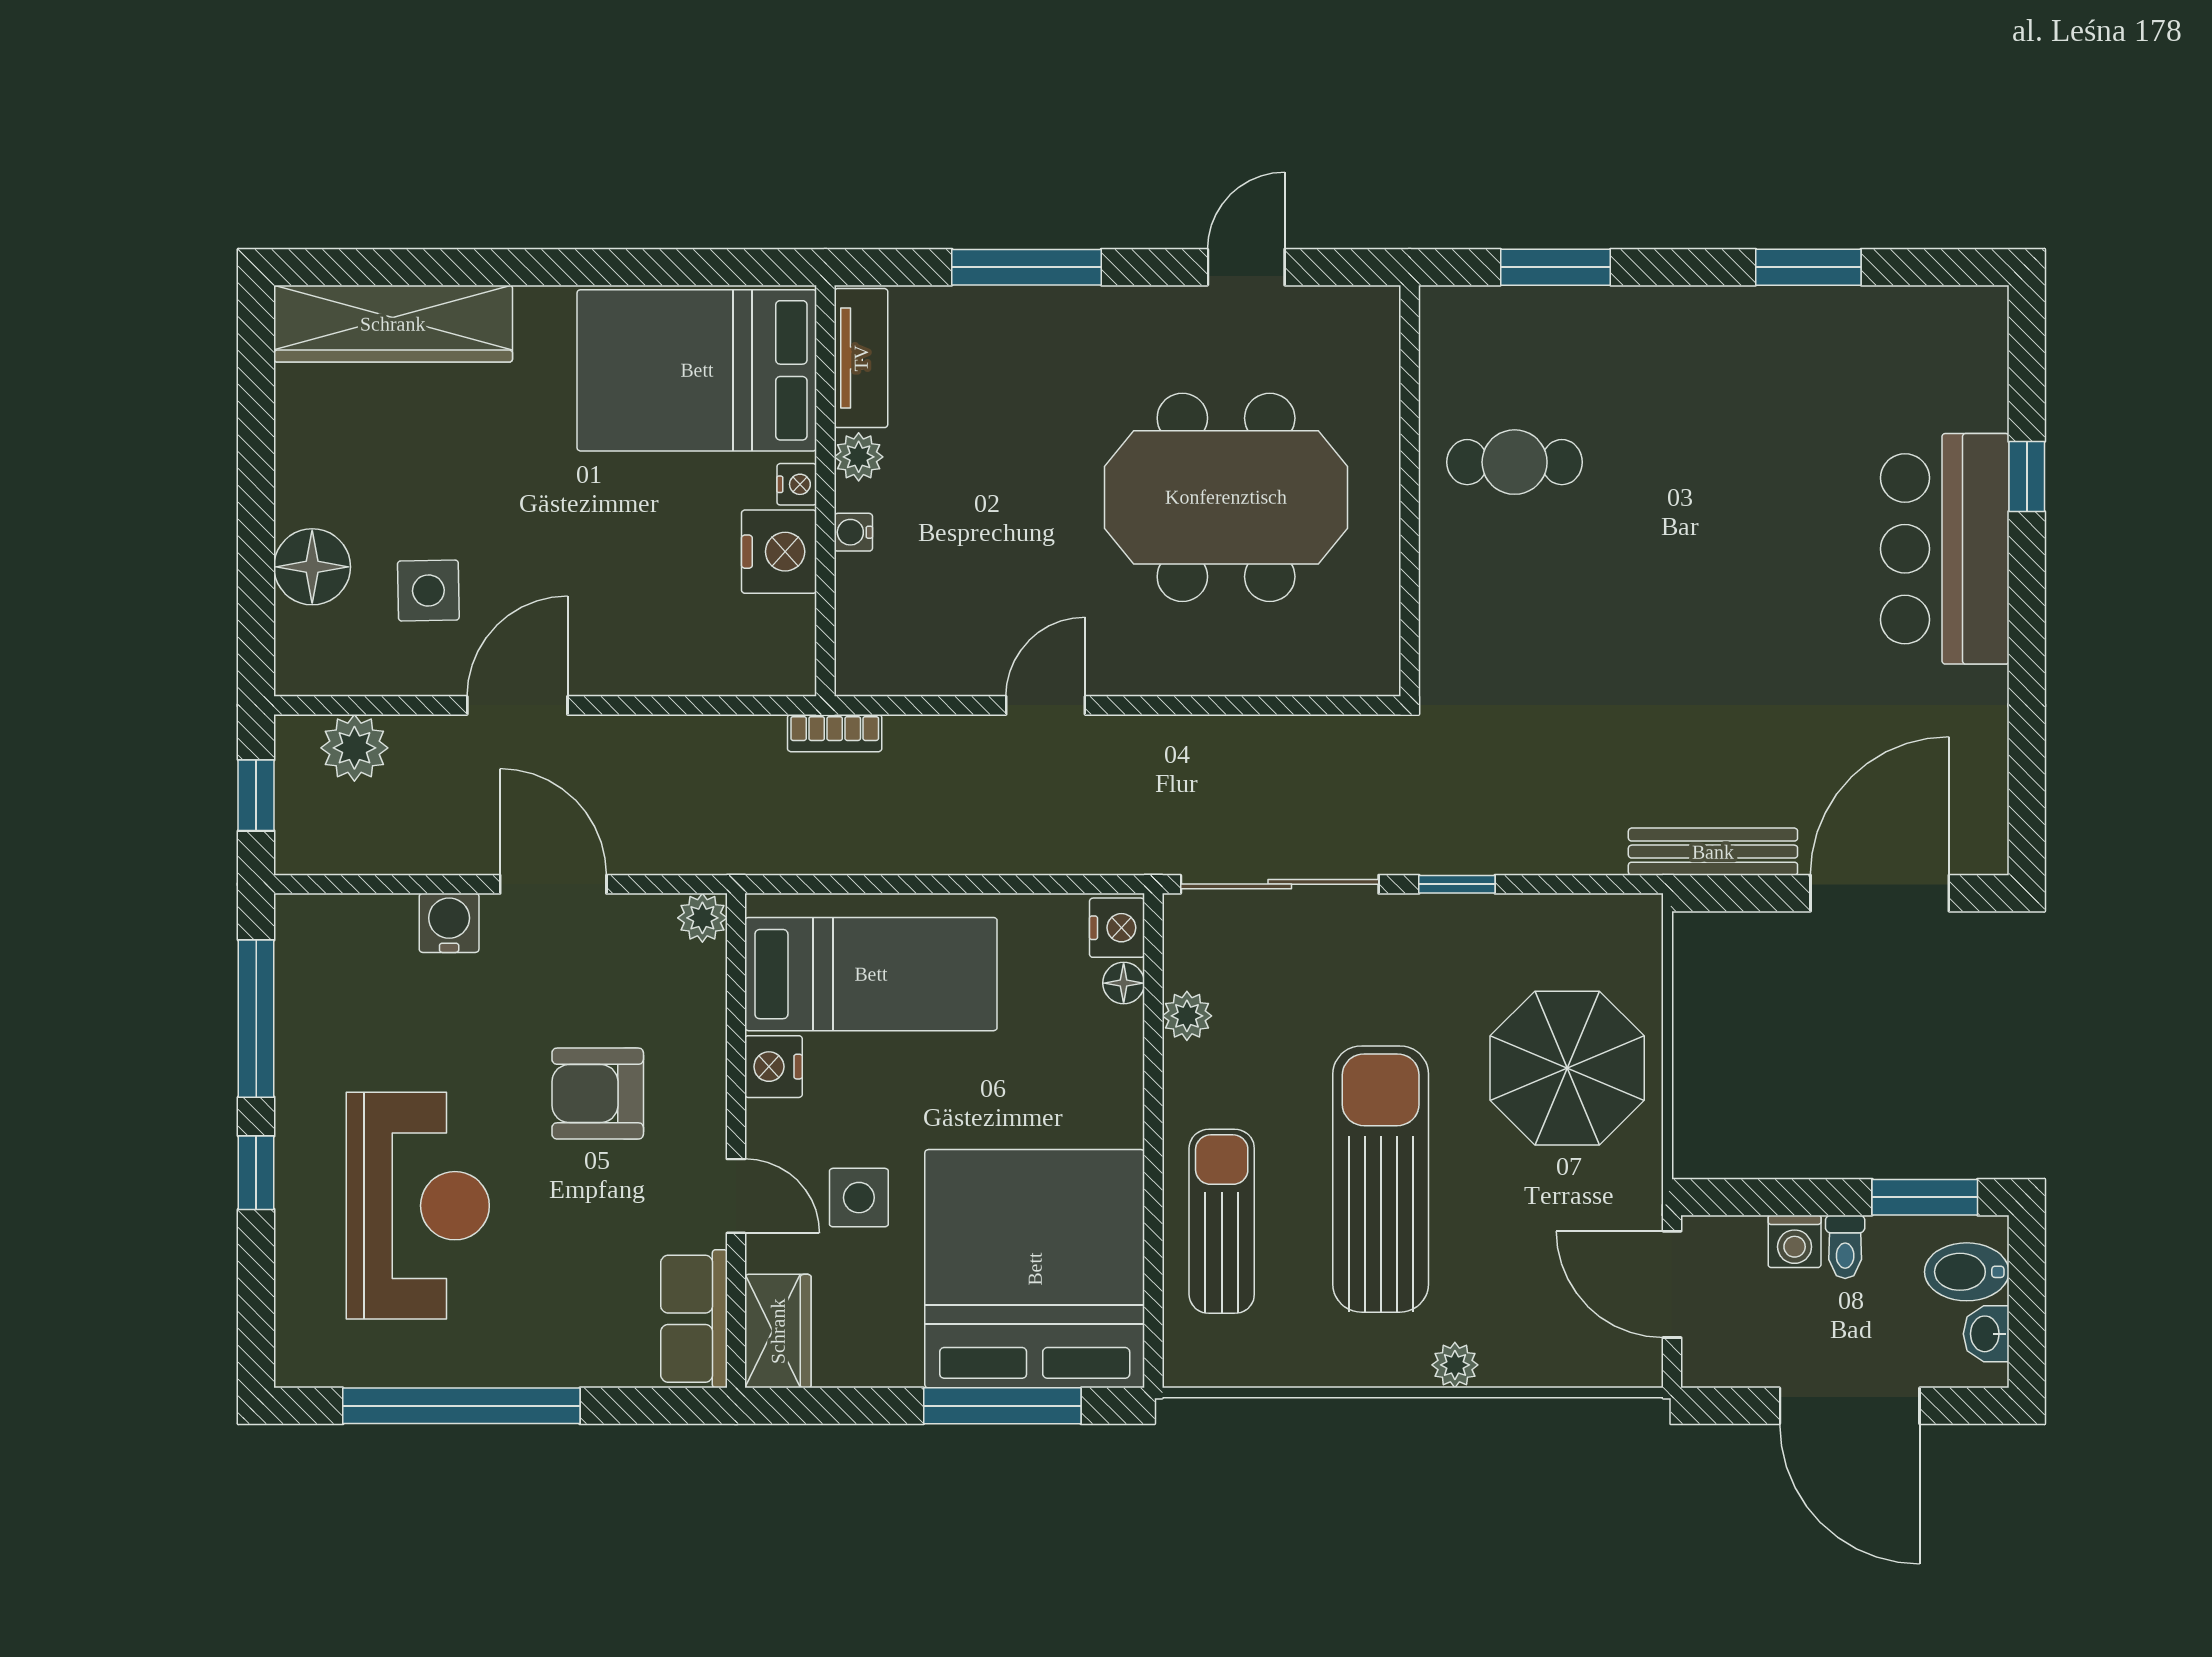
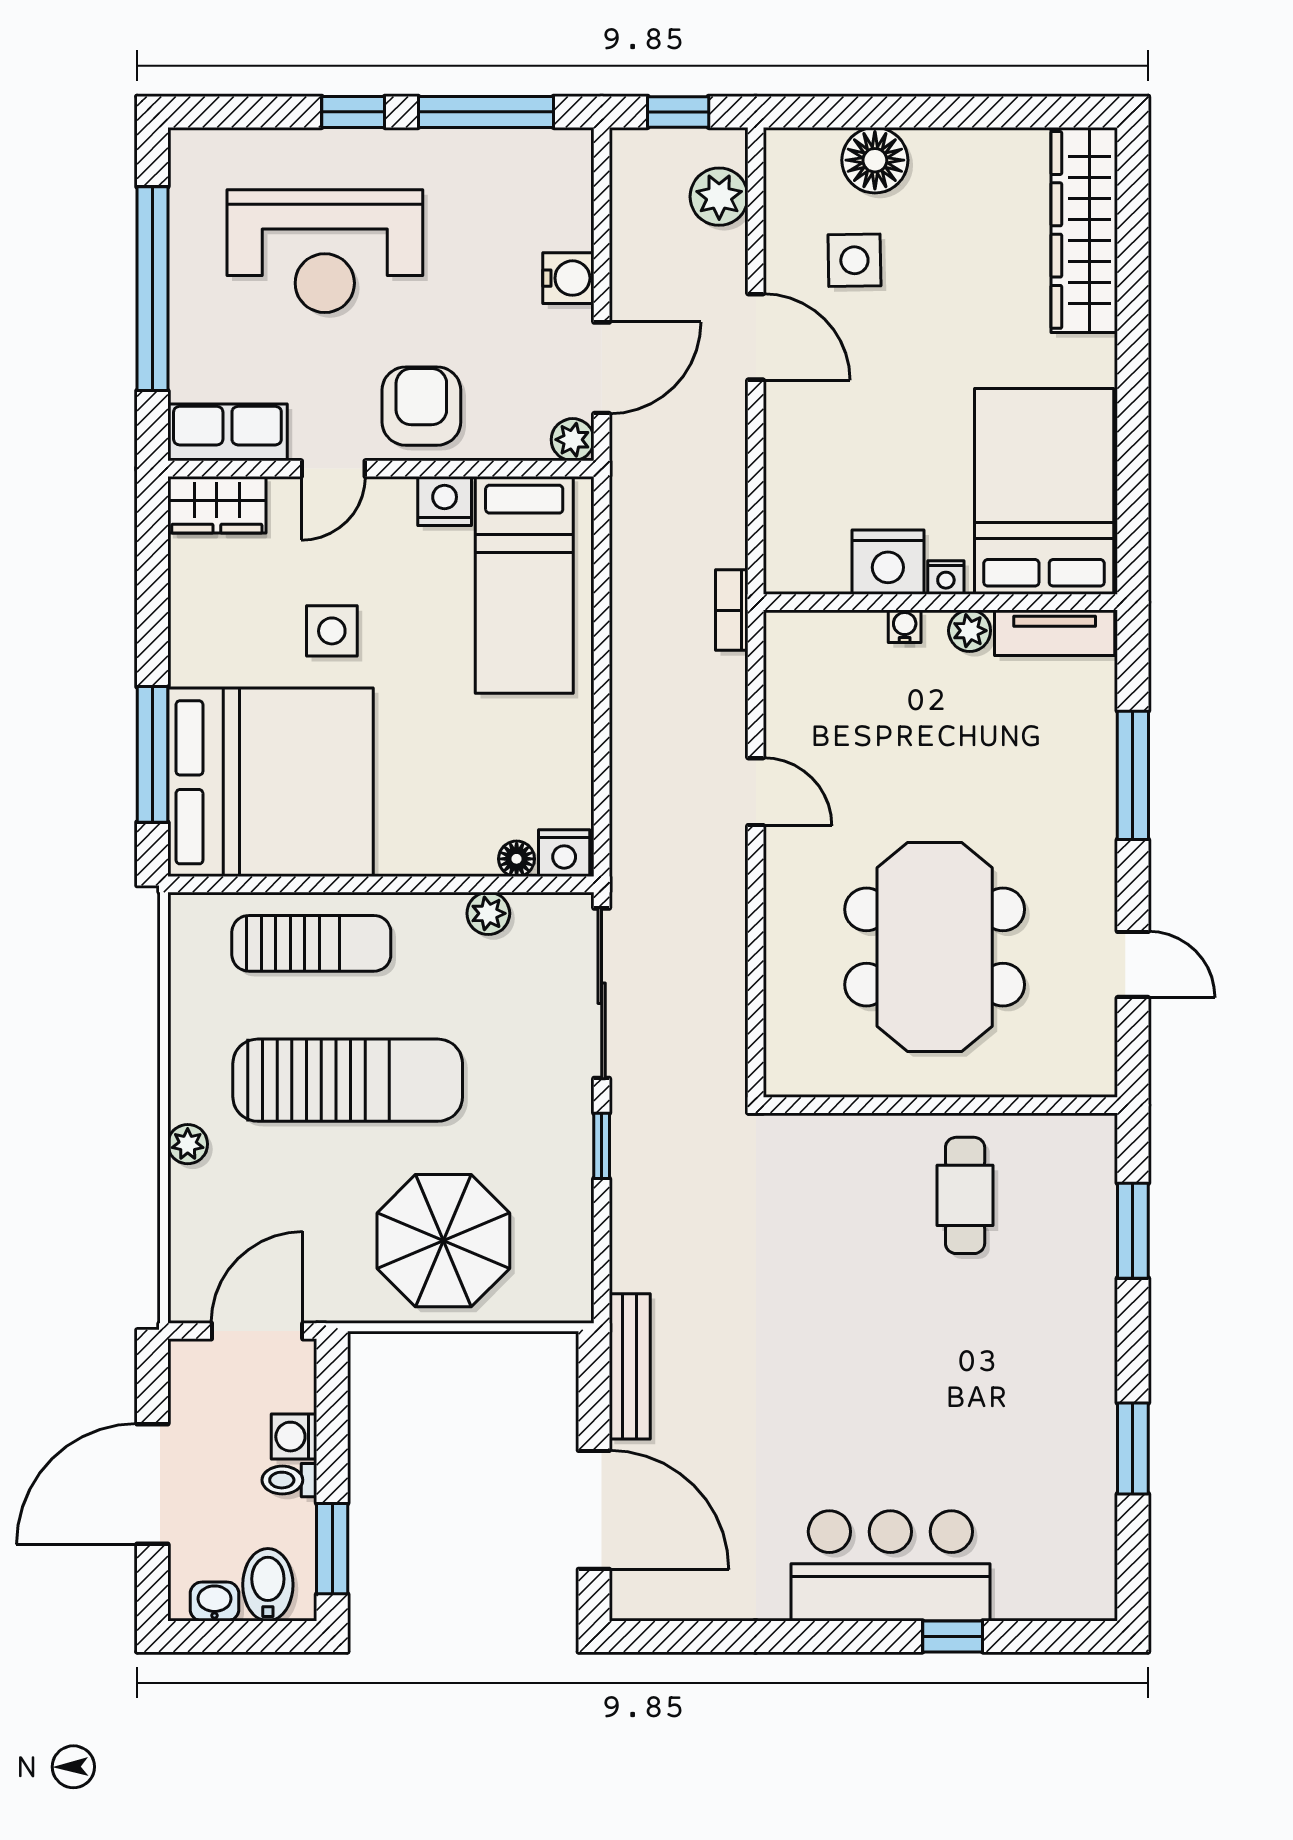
plant: (702, 918) -> (573, 440), moved
bed: (871, 974) -> (524, 585), moved
nightstand: (773, 1067) -> (445, 501), moved
wall: (736, 1141) -> (381, 469), moved
door: (736, 1196) -> (333, 469), moved
row of seats: (694, 1319) -> (227, 432), moved
wardrobe: (778, 1331) -> (217, 505), moved

